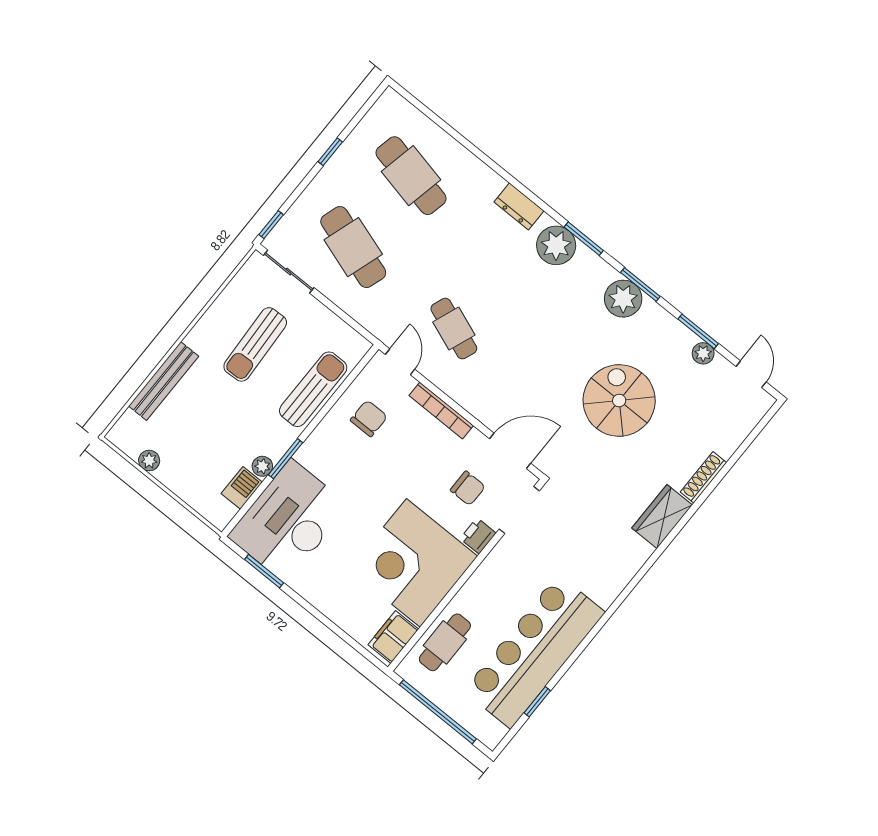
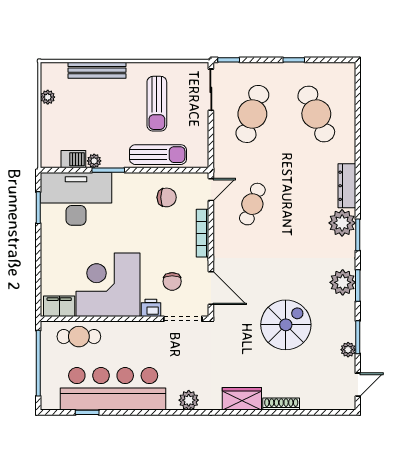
cafe table: (411, 176) -> (316, 114), turned -36
dresser: (519, 206) -> (347, 186), width x1.44
sun lounger: (255, 344) -> (157, 104), turned -87
plant: (616, 577) -> (189, 400), added

